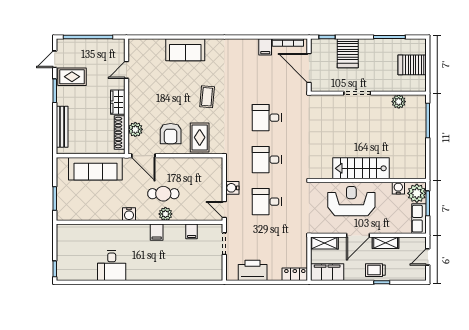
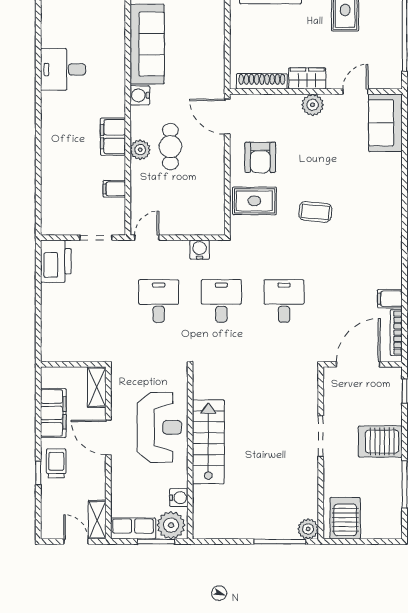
sofa: (185, 50) -> (385, 123), moved
server rack: (348, 53) -> (380, 442), moved
server rack: (412, 65) -> (345, 518), moved
door: (126, 70) -> (355, 91), hinge flipped
plant: (399, 102) -> (308, 529), moved
plant: (135, 129) -> (313, 105), moved
armchair: (171, 134) -> (260, 157), turned -90
door: (143, 156) -> (227, 117), hinge flipped
sofa: (95, 169) -> (147, 44), moved, turned 180
water cooler: (232, 188) -> (200, 250), moved
filing cabinet: (157, 232) -> (113, 137), width x2.00
shelving: (386, 243) -> (97, 520), moved
printer: (253, 270) -> (56, 261), moved
filing cabinet: (327, 272) -> (53, 413), moved
locker: (295, 274) -> (50, 343), removed

